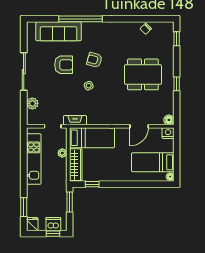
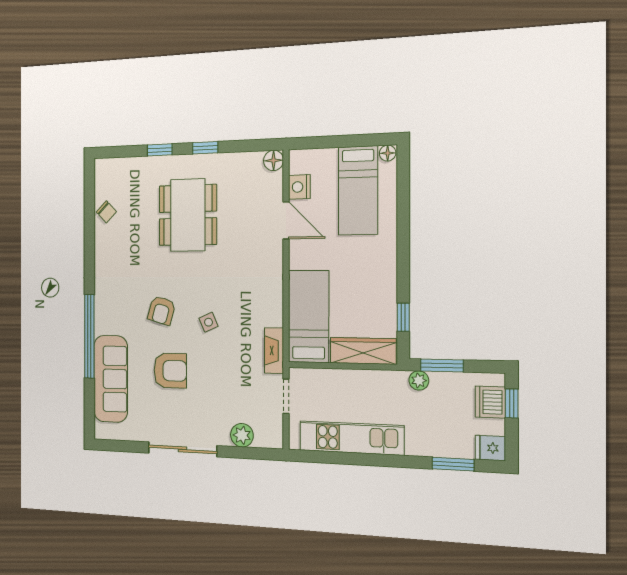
window: (177, 39) -> (160, 150), moved
armchair: (64, 65) -> (170, 371), turned 90
nightstand: (168, 133) -> (299, 187), moved
plant: (62, 153) -> (419, 380), moved

